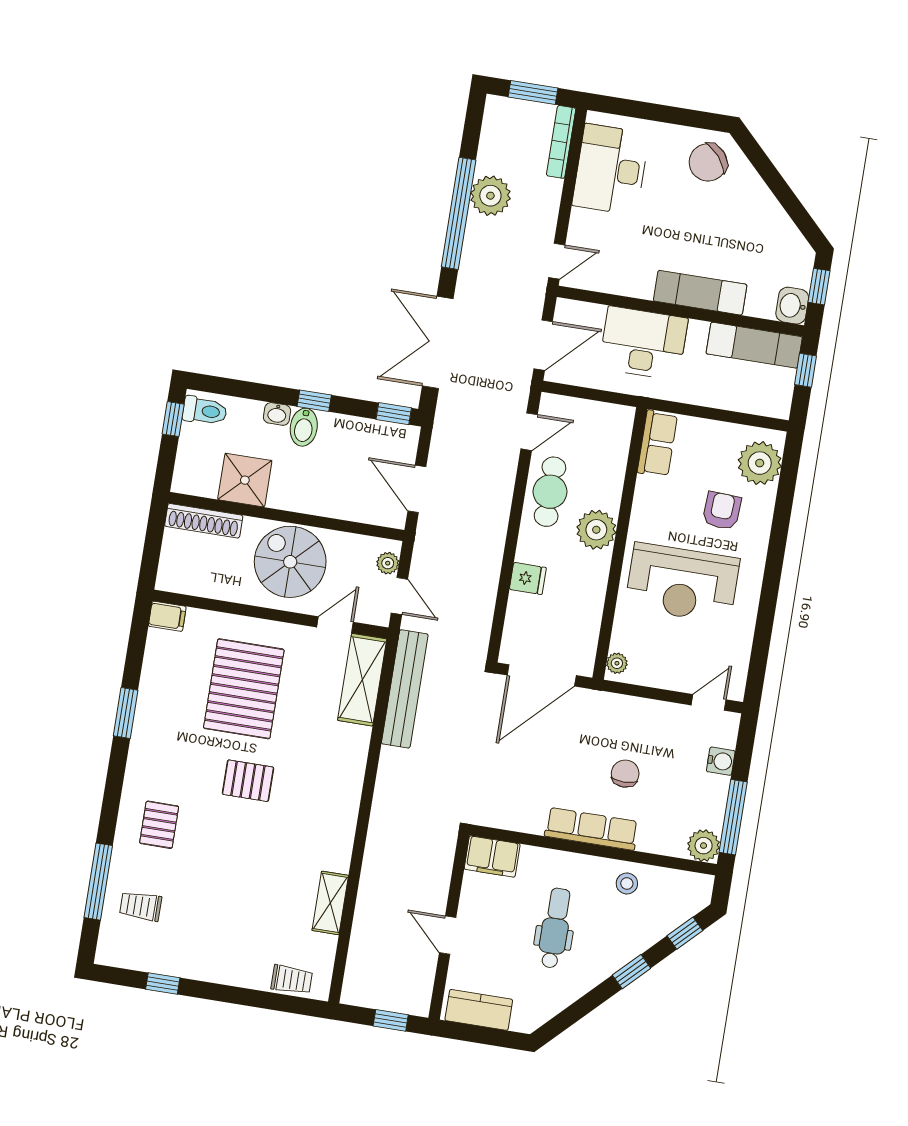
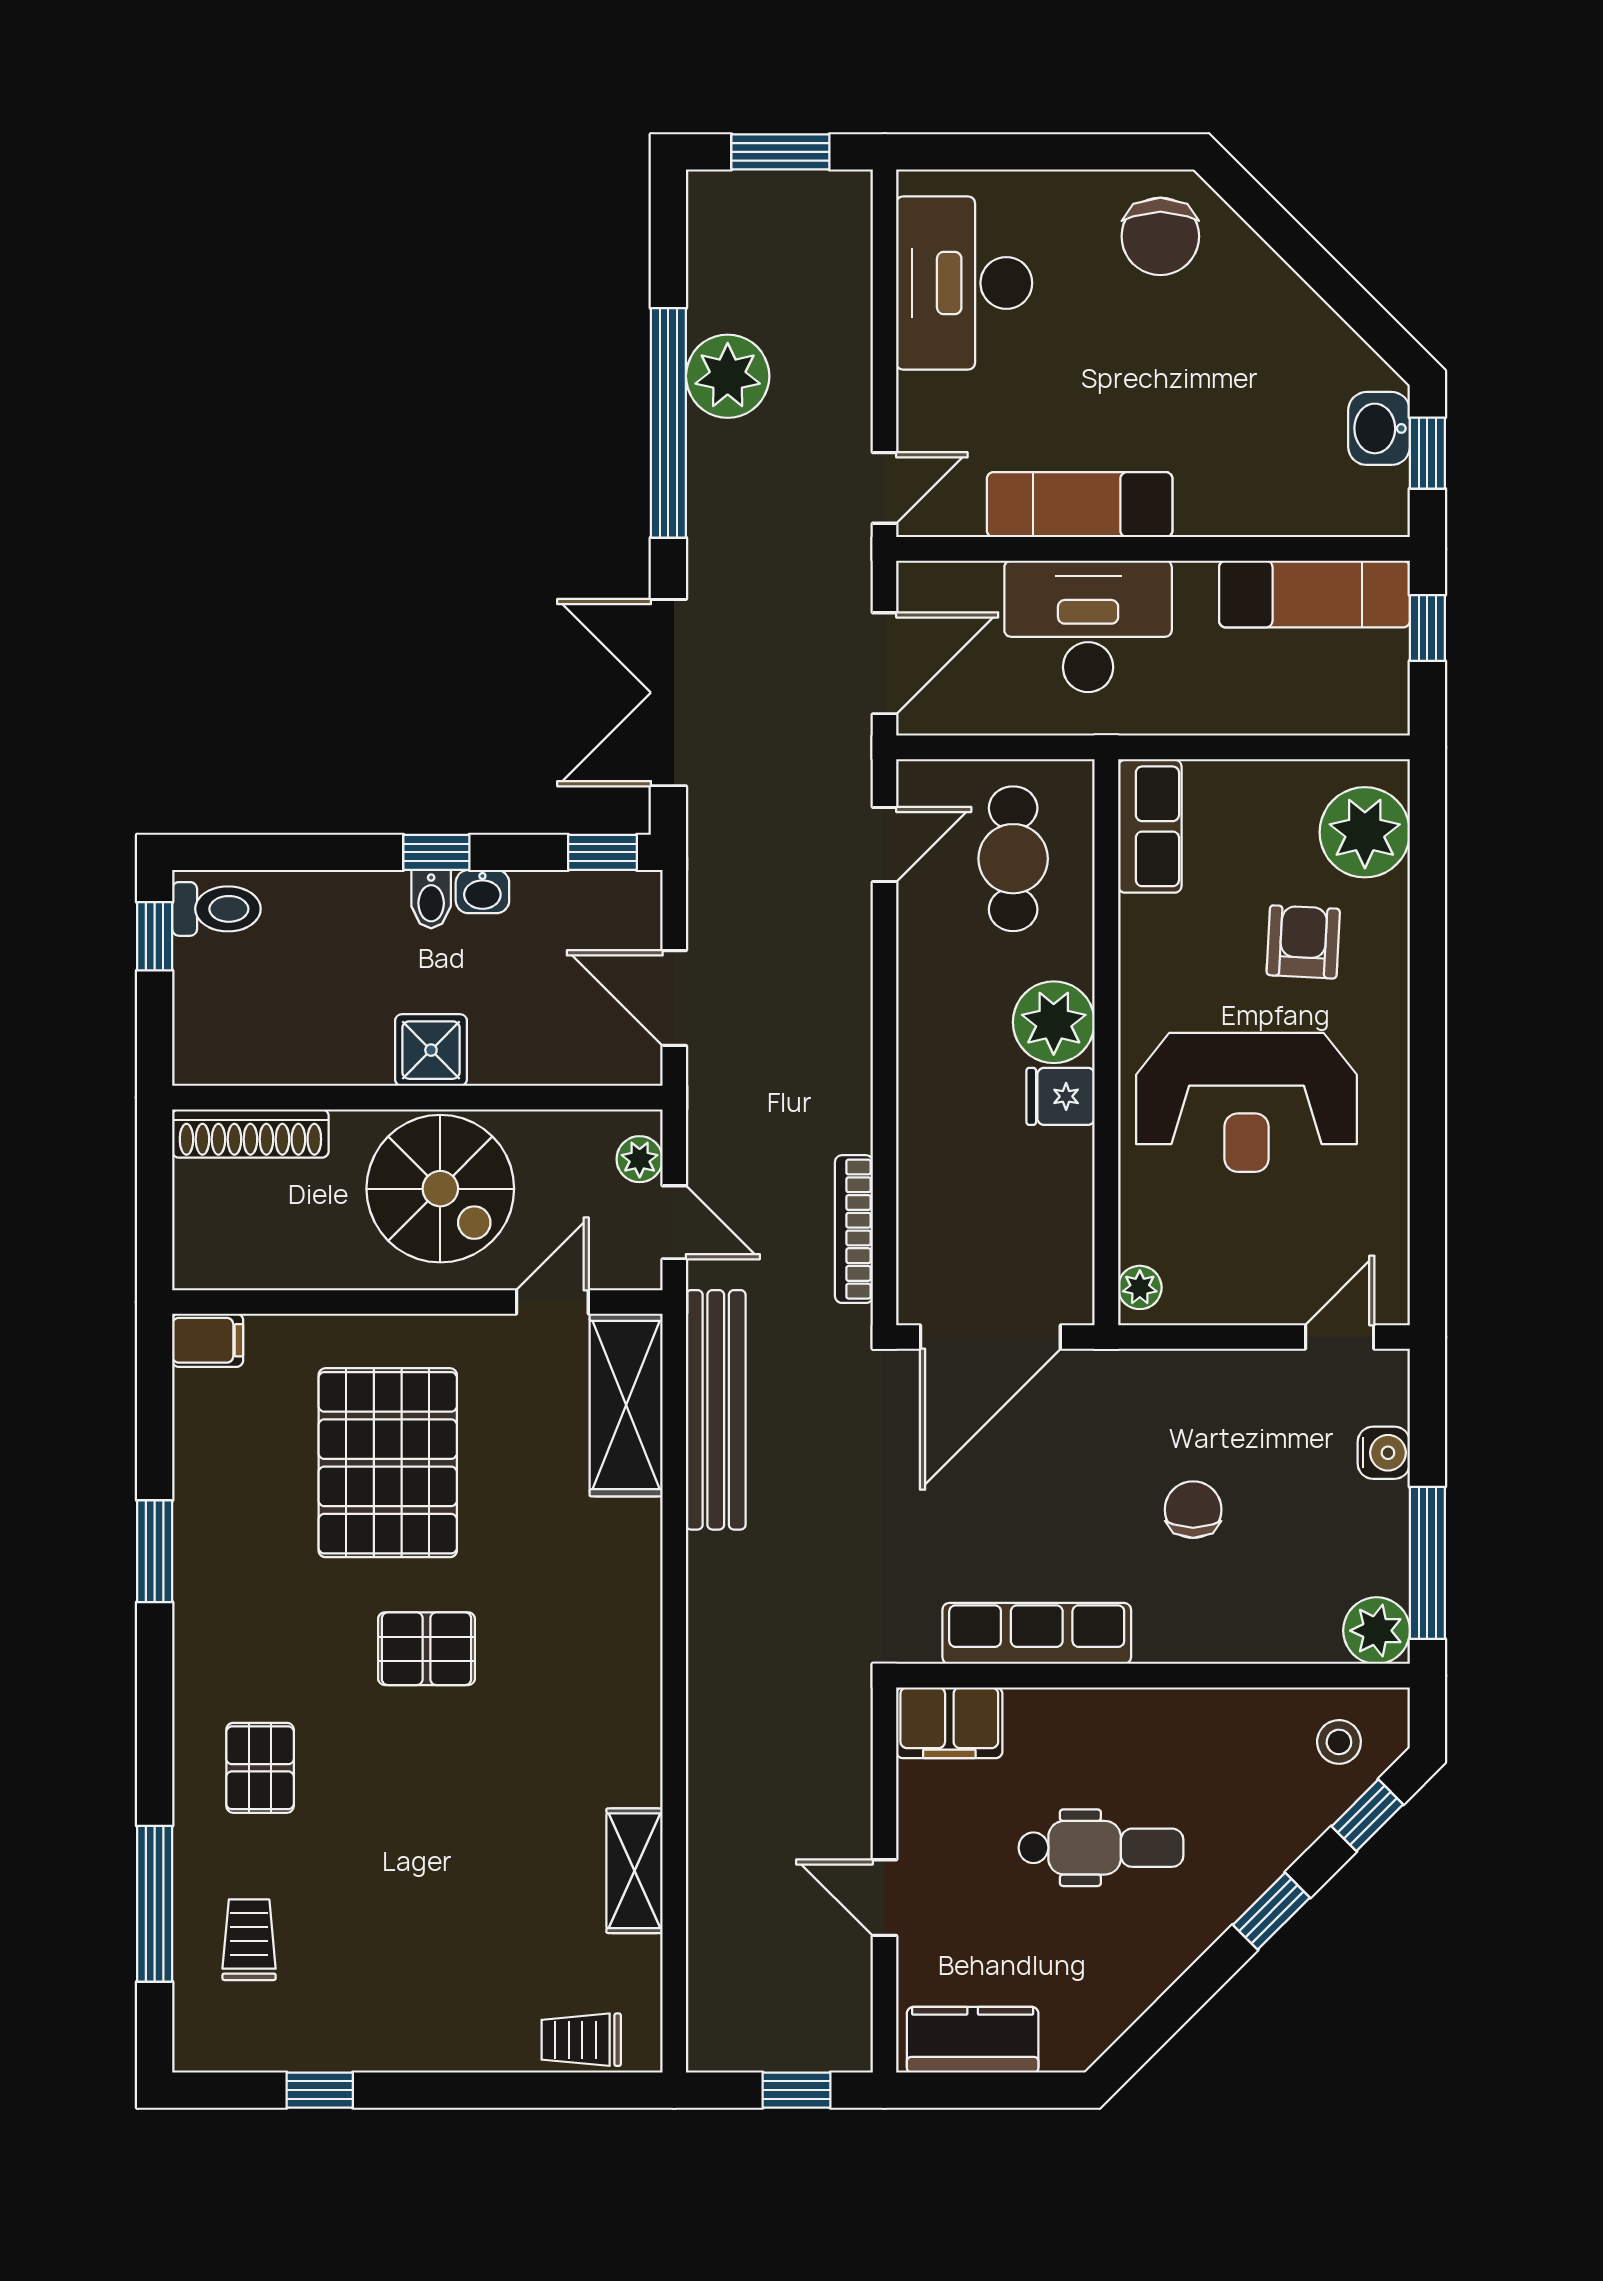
bookcase: (561, 142) -> (854, 1229), moved
chair: (708, 162) -> (1160, 236), turned -50
exam couch: (700, 293) -> (1080, 505), moved
washbasin: (792, 306) -> (1379, 428), moved
washbasin: (277, 414) -> (482, 892), moved
bidet: (304, 427) -> (431, 899), width x0.72, depth x0.74
shower: (245, 480) -> (431, 1050), moved, width x0.73, depth x0.73
cafe table: (550, 492) -> (1013, 859), moved
spiral stairs: (290, 562) -> (440, 1189), turned 180
fridge: (528, 578) -> (1061, 1096), moved, turned 180
row of seats: (591, 829) -> (1037, 1633), moved
stool: (627, 883) -> (1339, 1742), moved
trolley: (141, 906) -> (249, 1940), turned 90
dental chair: (555, 928) -> (1101, 1848), turned 90
trolley: (292, 980) -> (581, 2040), turned 180

